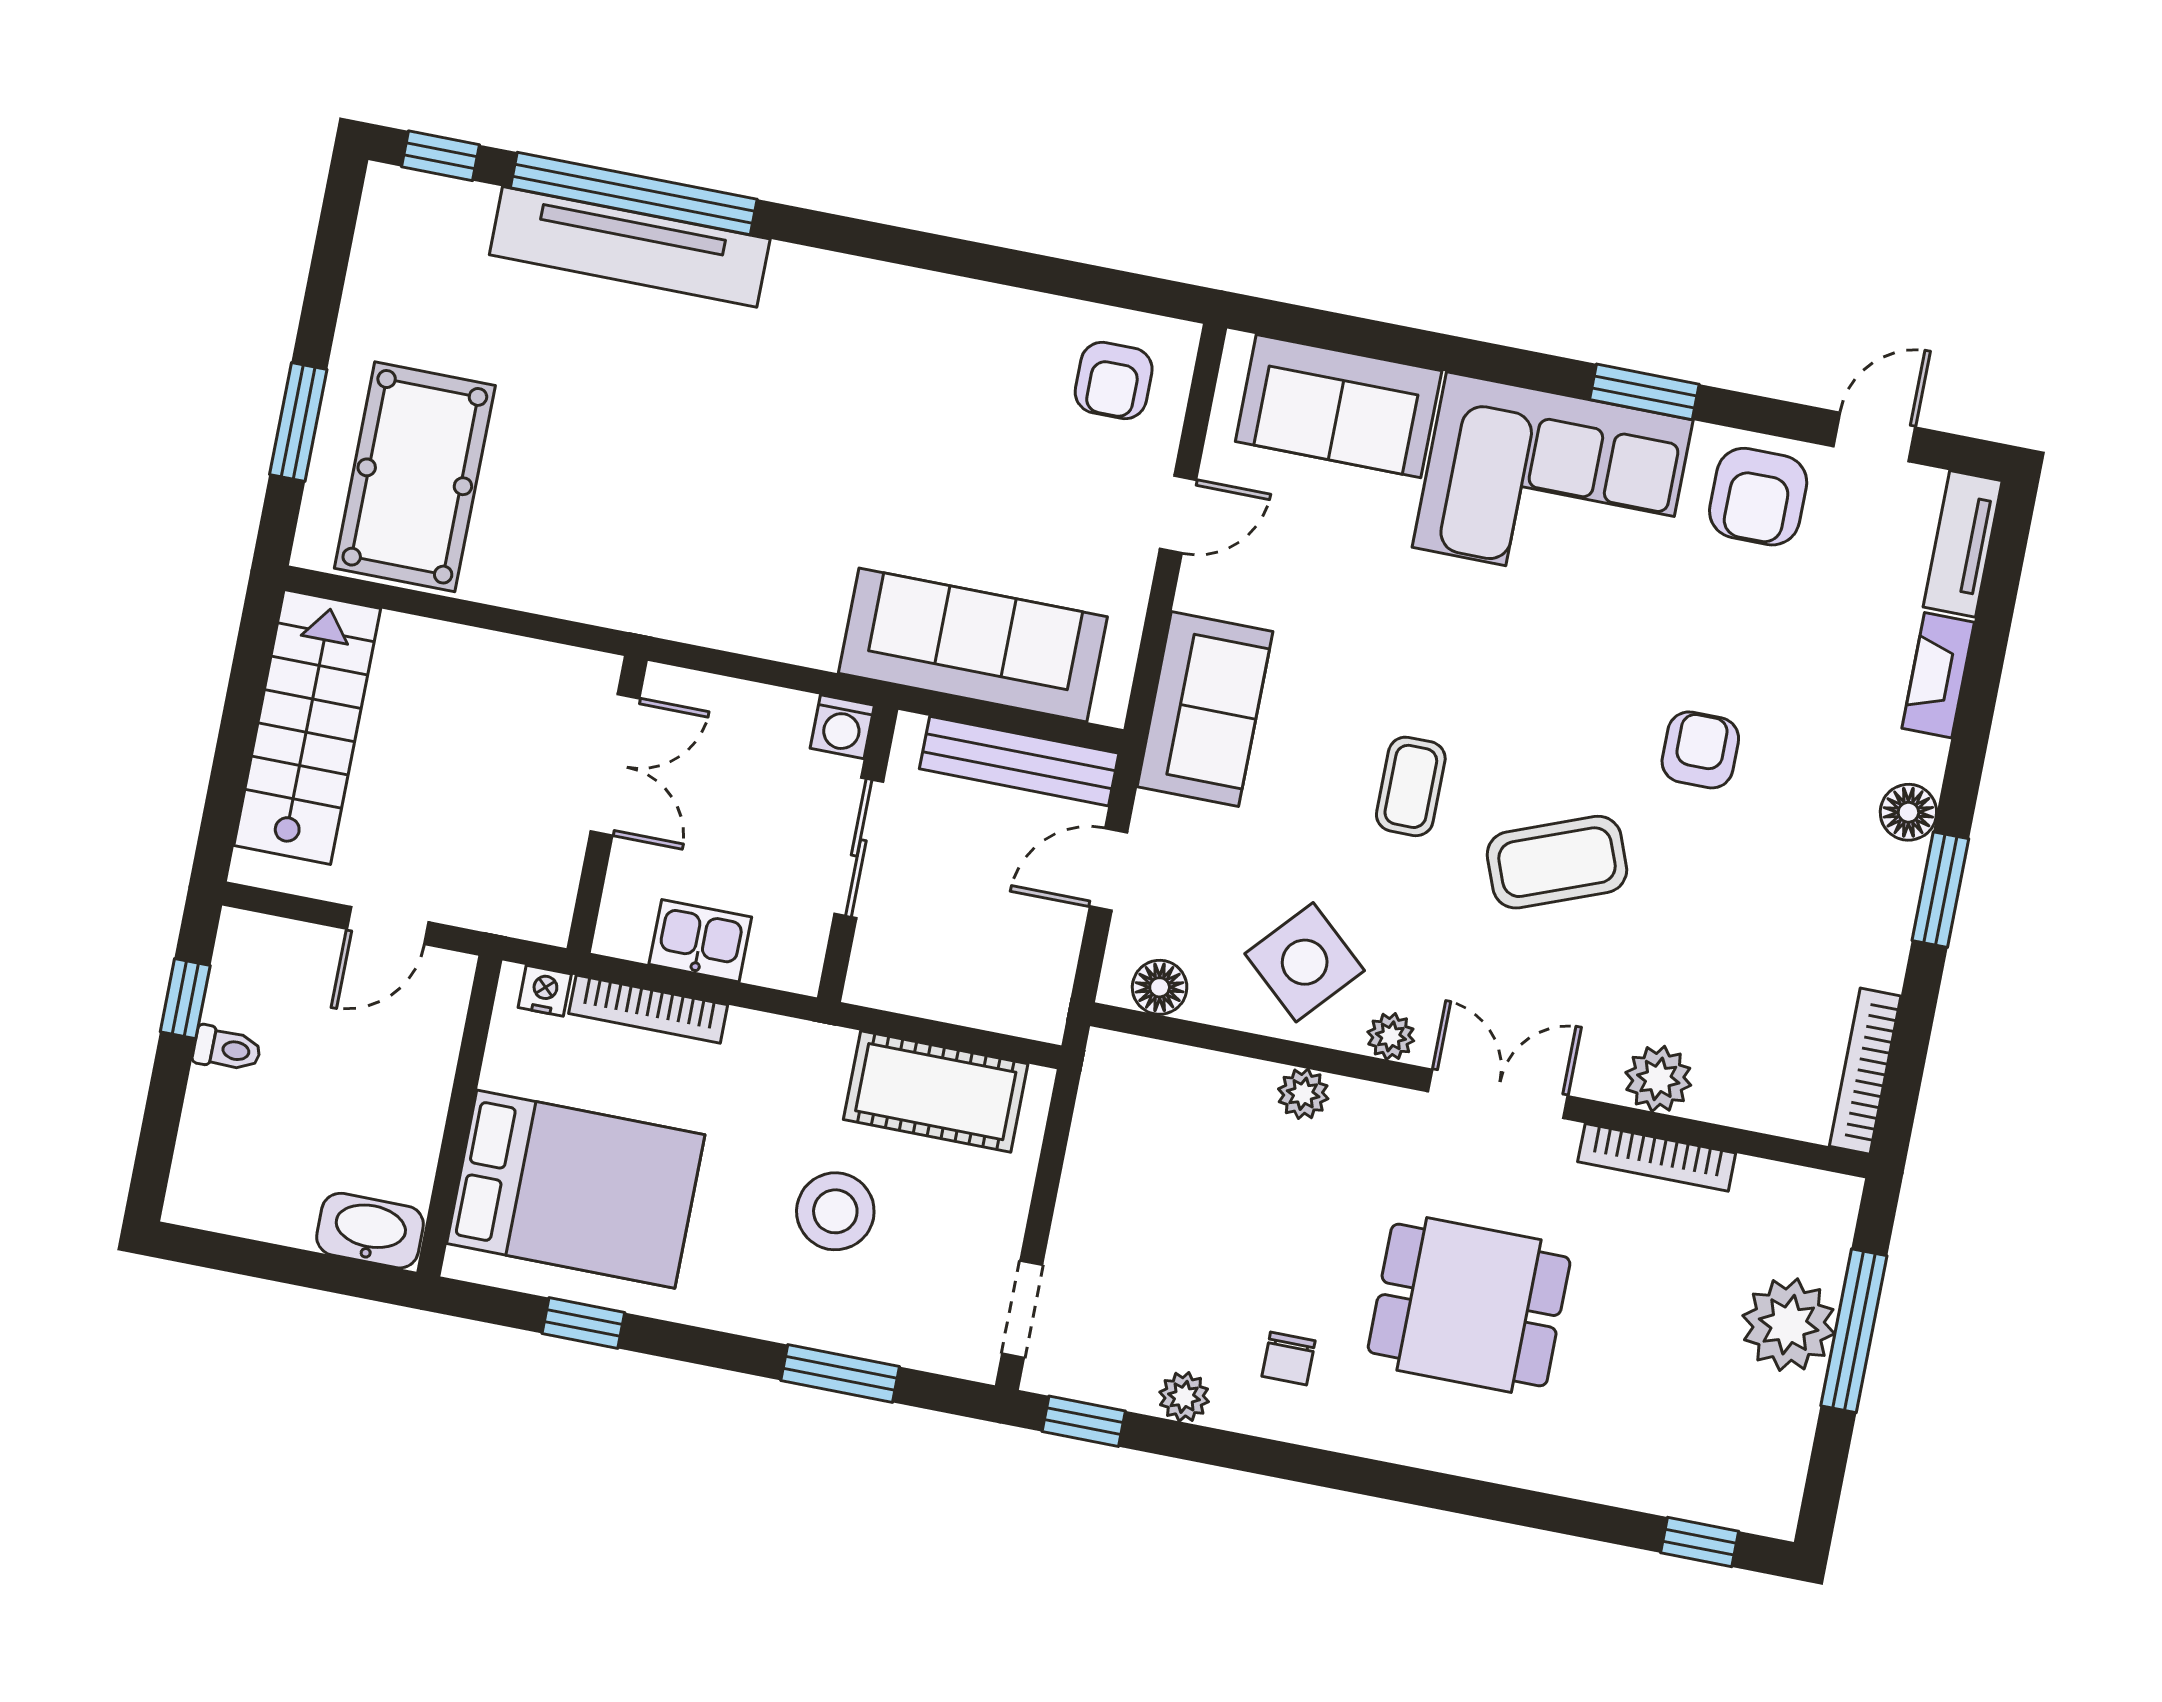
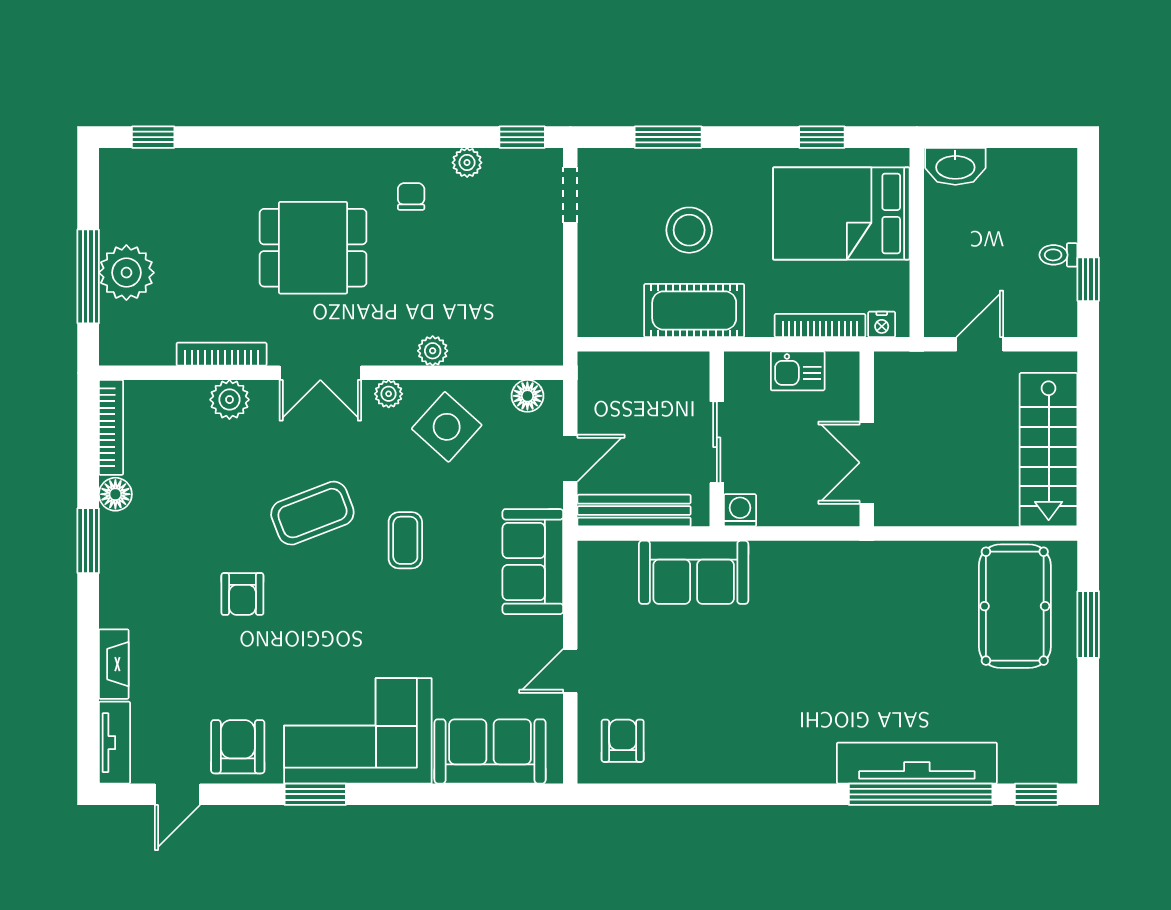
sofa: (973, 645) -> (694, 572), width x0.73
floor lamp: (1908, 812) -> (115, 494), moved
cot: (936, 1092) -> (694, 310), moved

